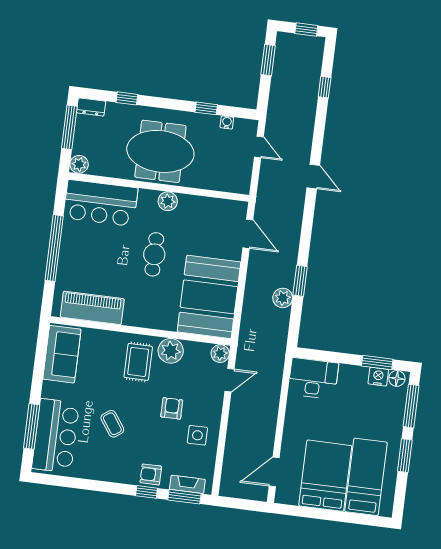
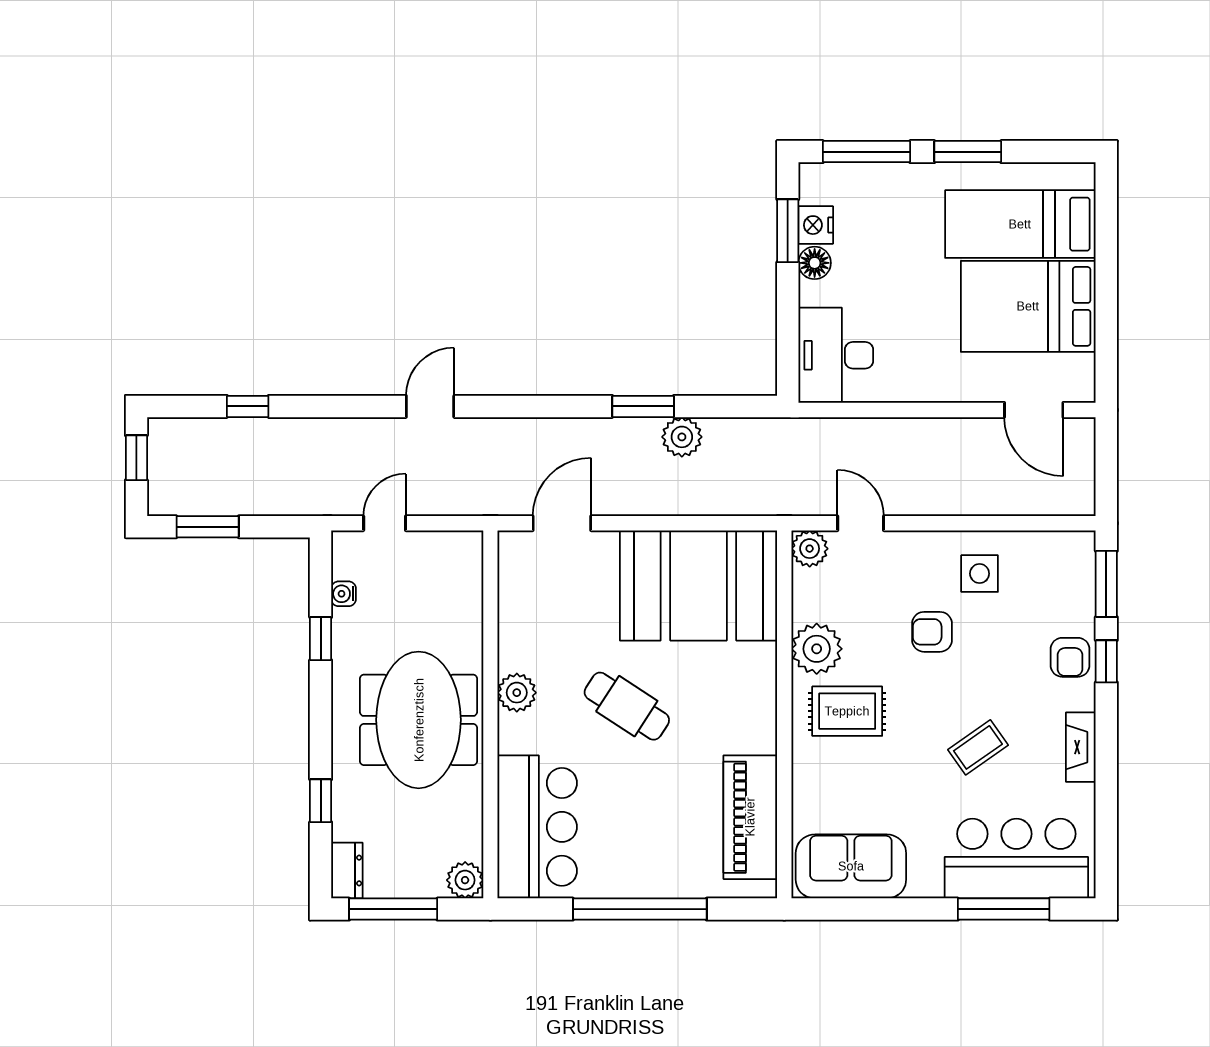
cafe table: (154, 254) -> (627, 706), turned 33
floor lamp: (397, 378) -> (815, 263), moved
fireplace: (187, 484) -> (1081, 747), moved

